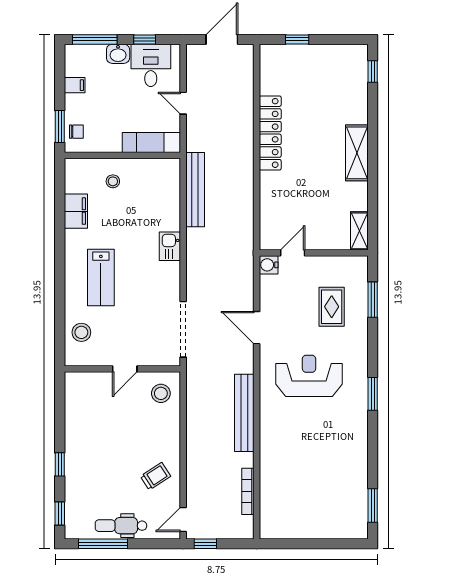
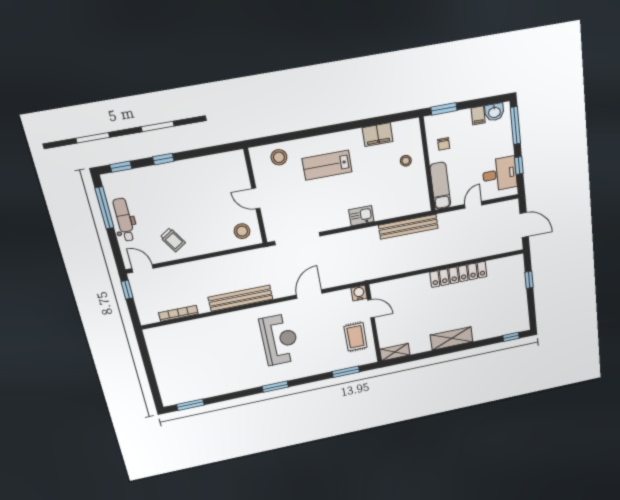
washbasin: (118, 54) -> (494, 112), moved, turned -90
chair: (76, 132) -> (444, 144), moved
rug: (332, 307) -> (356, 337), moved, turned 90

